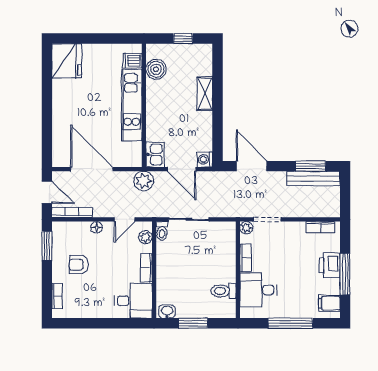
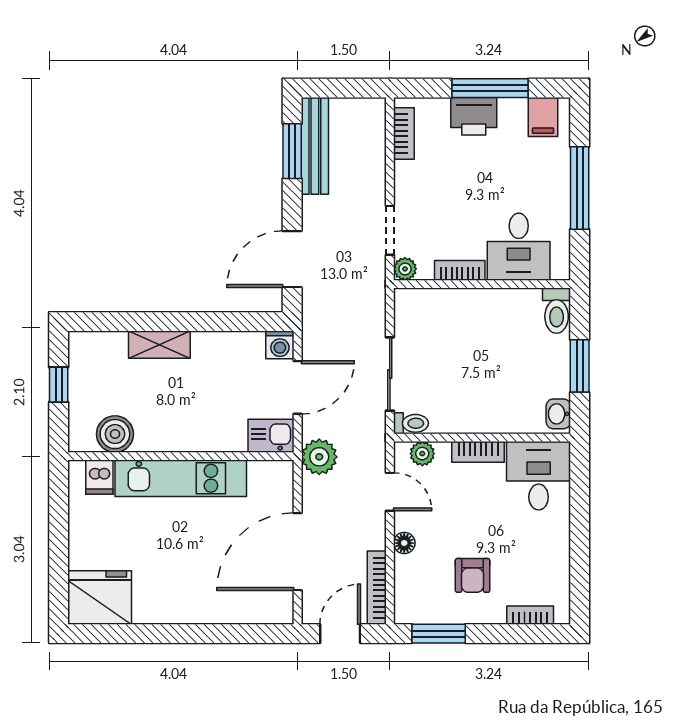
toilet: (223, 291) -> (557, 311), moved

